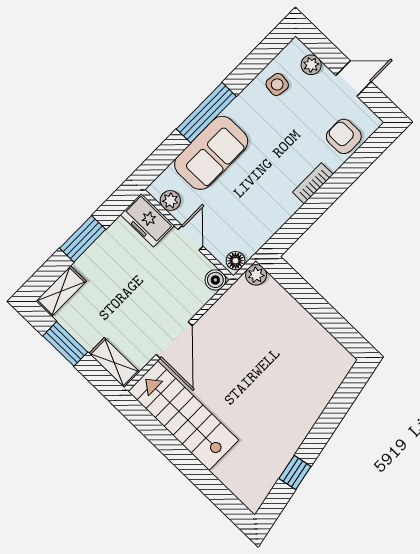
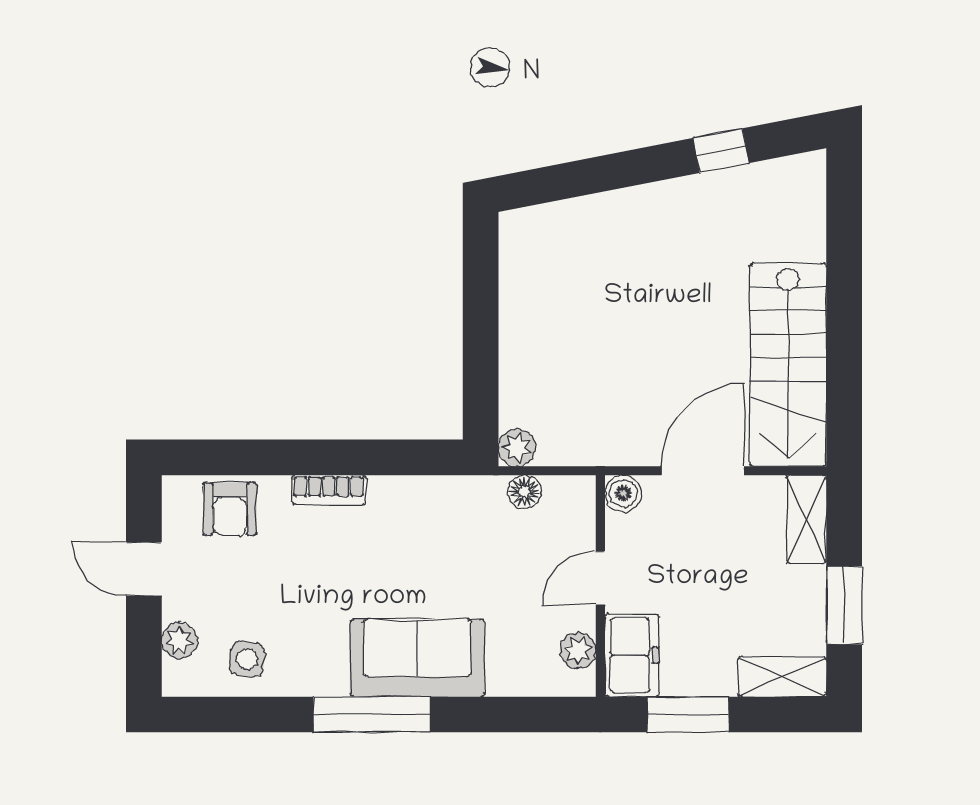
plant: (170, 200) -> (578, 651), moved
freezer: (147, 220) -> (632, 655), moved
wall: (187, 235) -> (600, 586), moved
door: (191, 238) -> (600, 578), moved
boiler: (215, 280) -> (623, 493), moved

